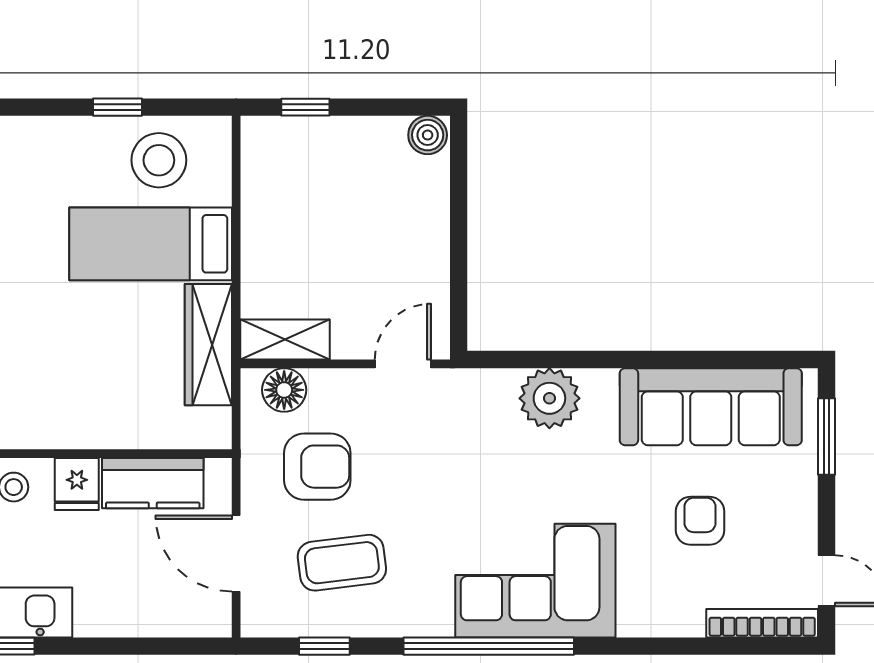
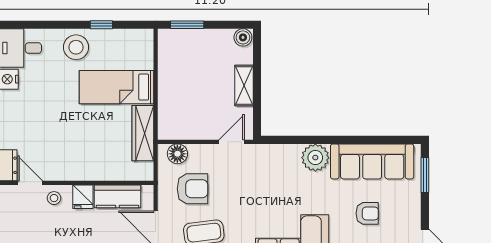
window: (305, 107) -> (187, 25), width x1.50
stool: (159, 160) -> (76, 47), moved
shelving: (285, 339) -> (244, 85), moved, turned 90
plant: (549, 398) -> (315, 158), moved
armchair: (700, 521) -> (367, 213), turned 90

